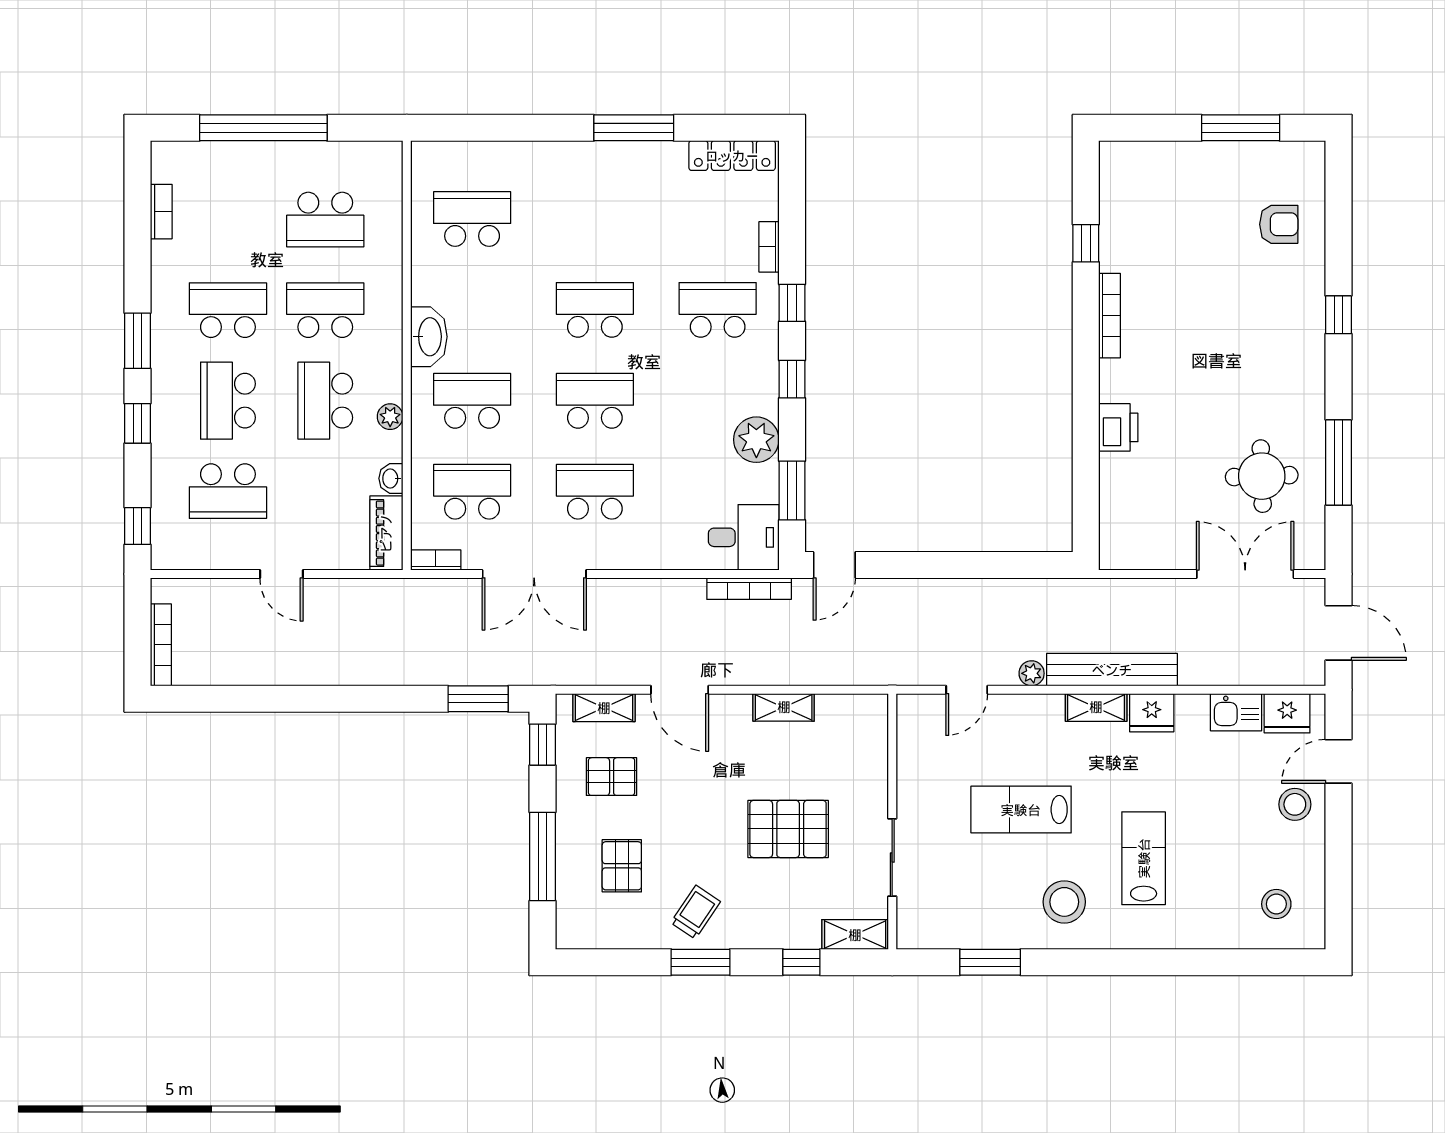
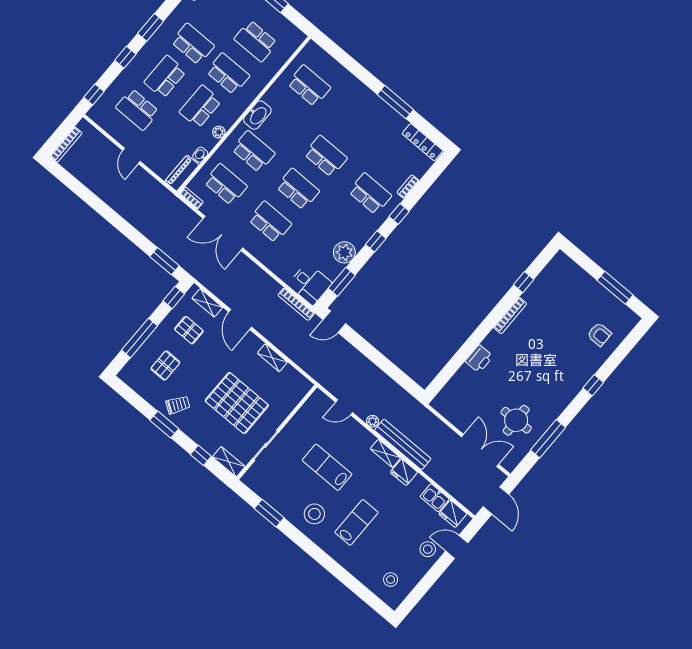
pallet: (788, 829) -> (237, 403), width x1.37, depth x1.41

